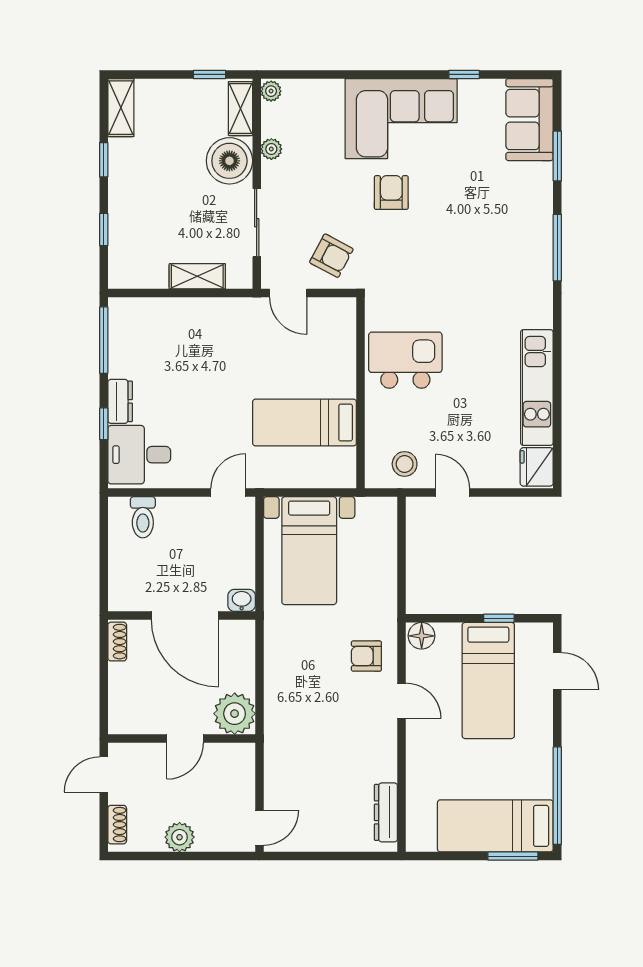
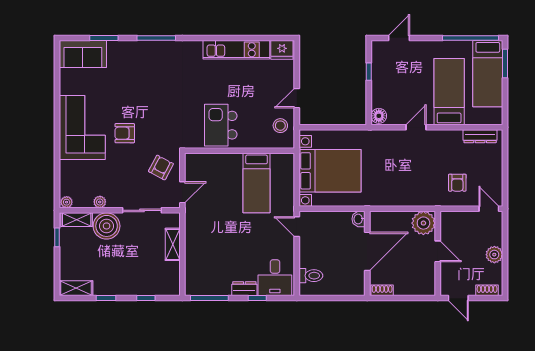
window: (464, 74) -> (57, 91), removed
bed with nightstands: (309, 551) -> (330, 171), width x1.36
armchair: (366, 656) -> (457, 183), moved
bed: (488, 681) -> (449, 92), moved, turned -90

